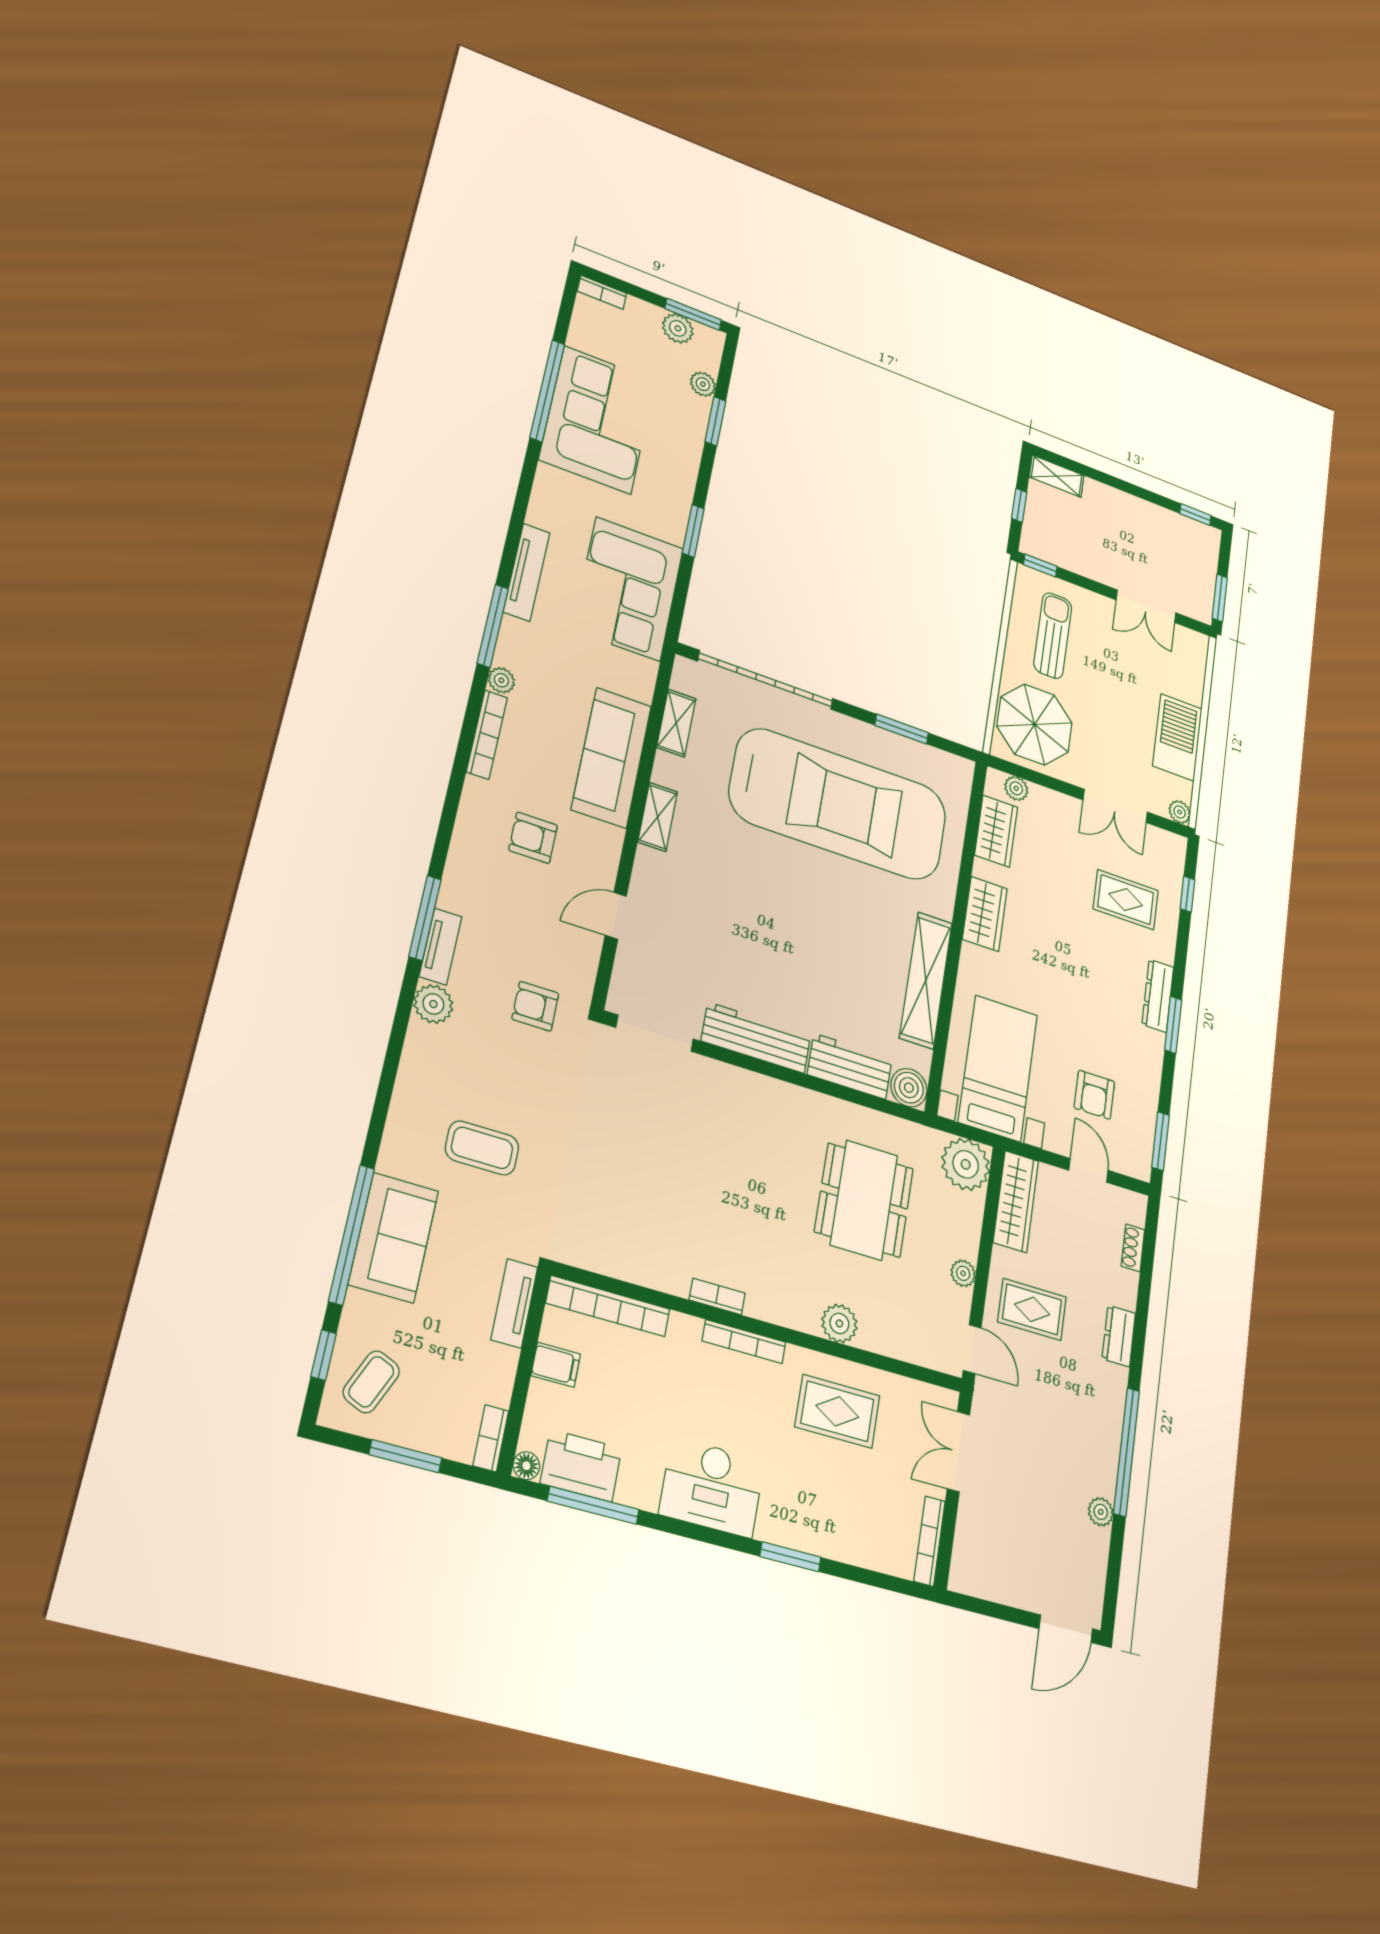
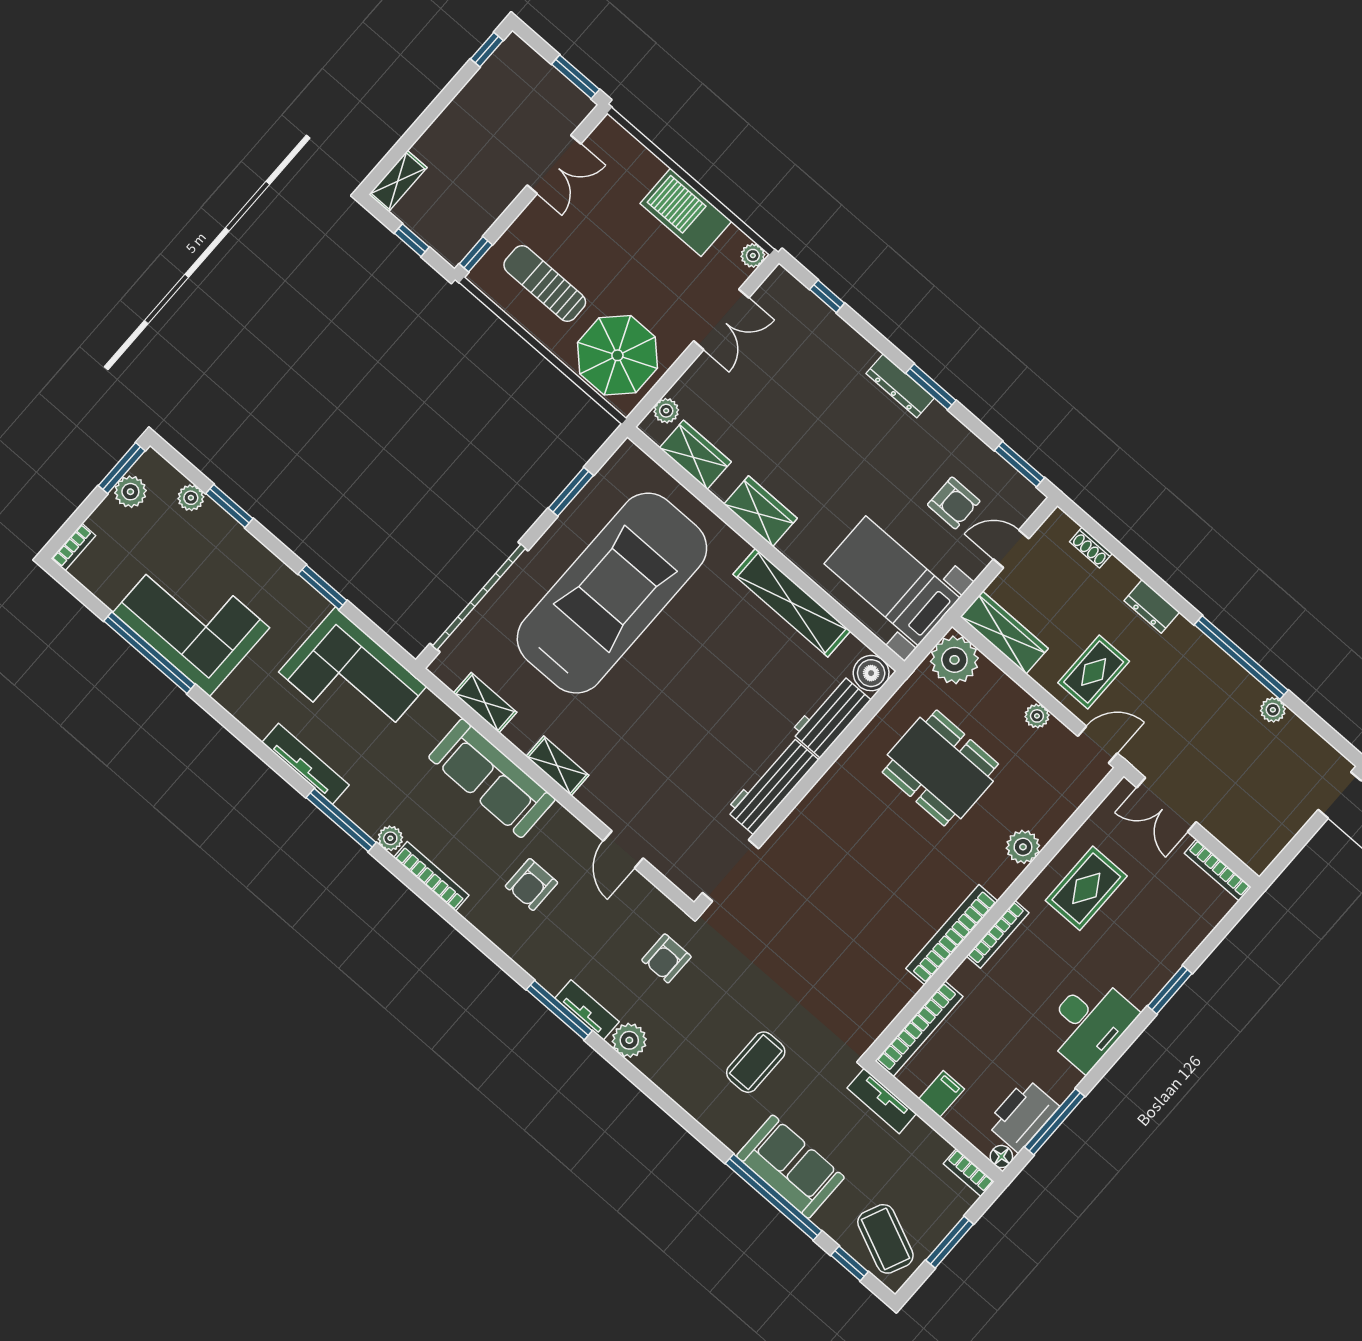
rug: (1126, 900) -> (806, 363), removed
bookcase: (717, 1297) -> (952, 935), width x2.31, depth x1.31
coffee table: (371, 1382) -> (885, 1239), width x1.36, depth x1.30

